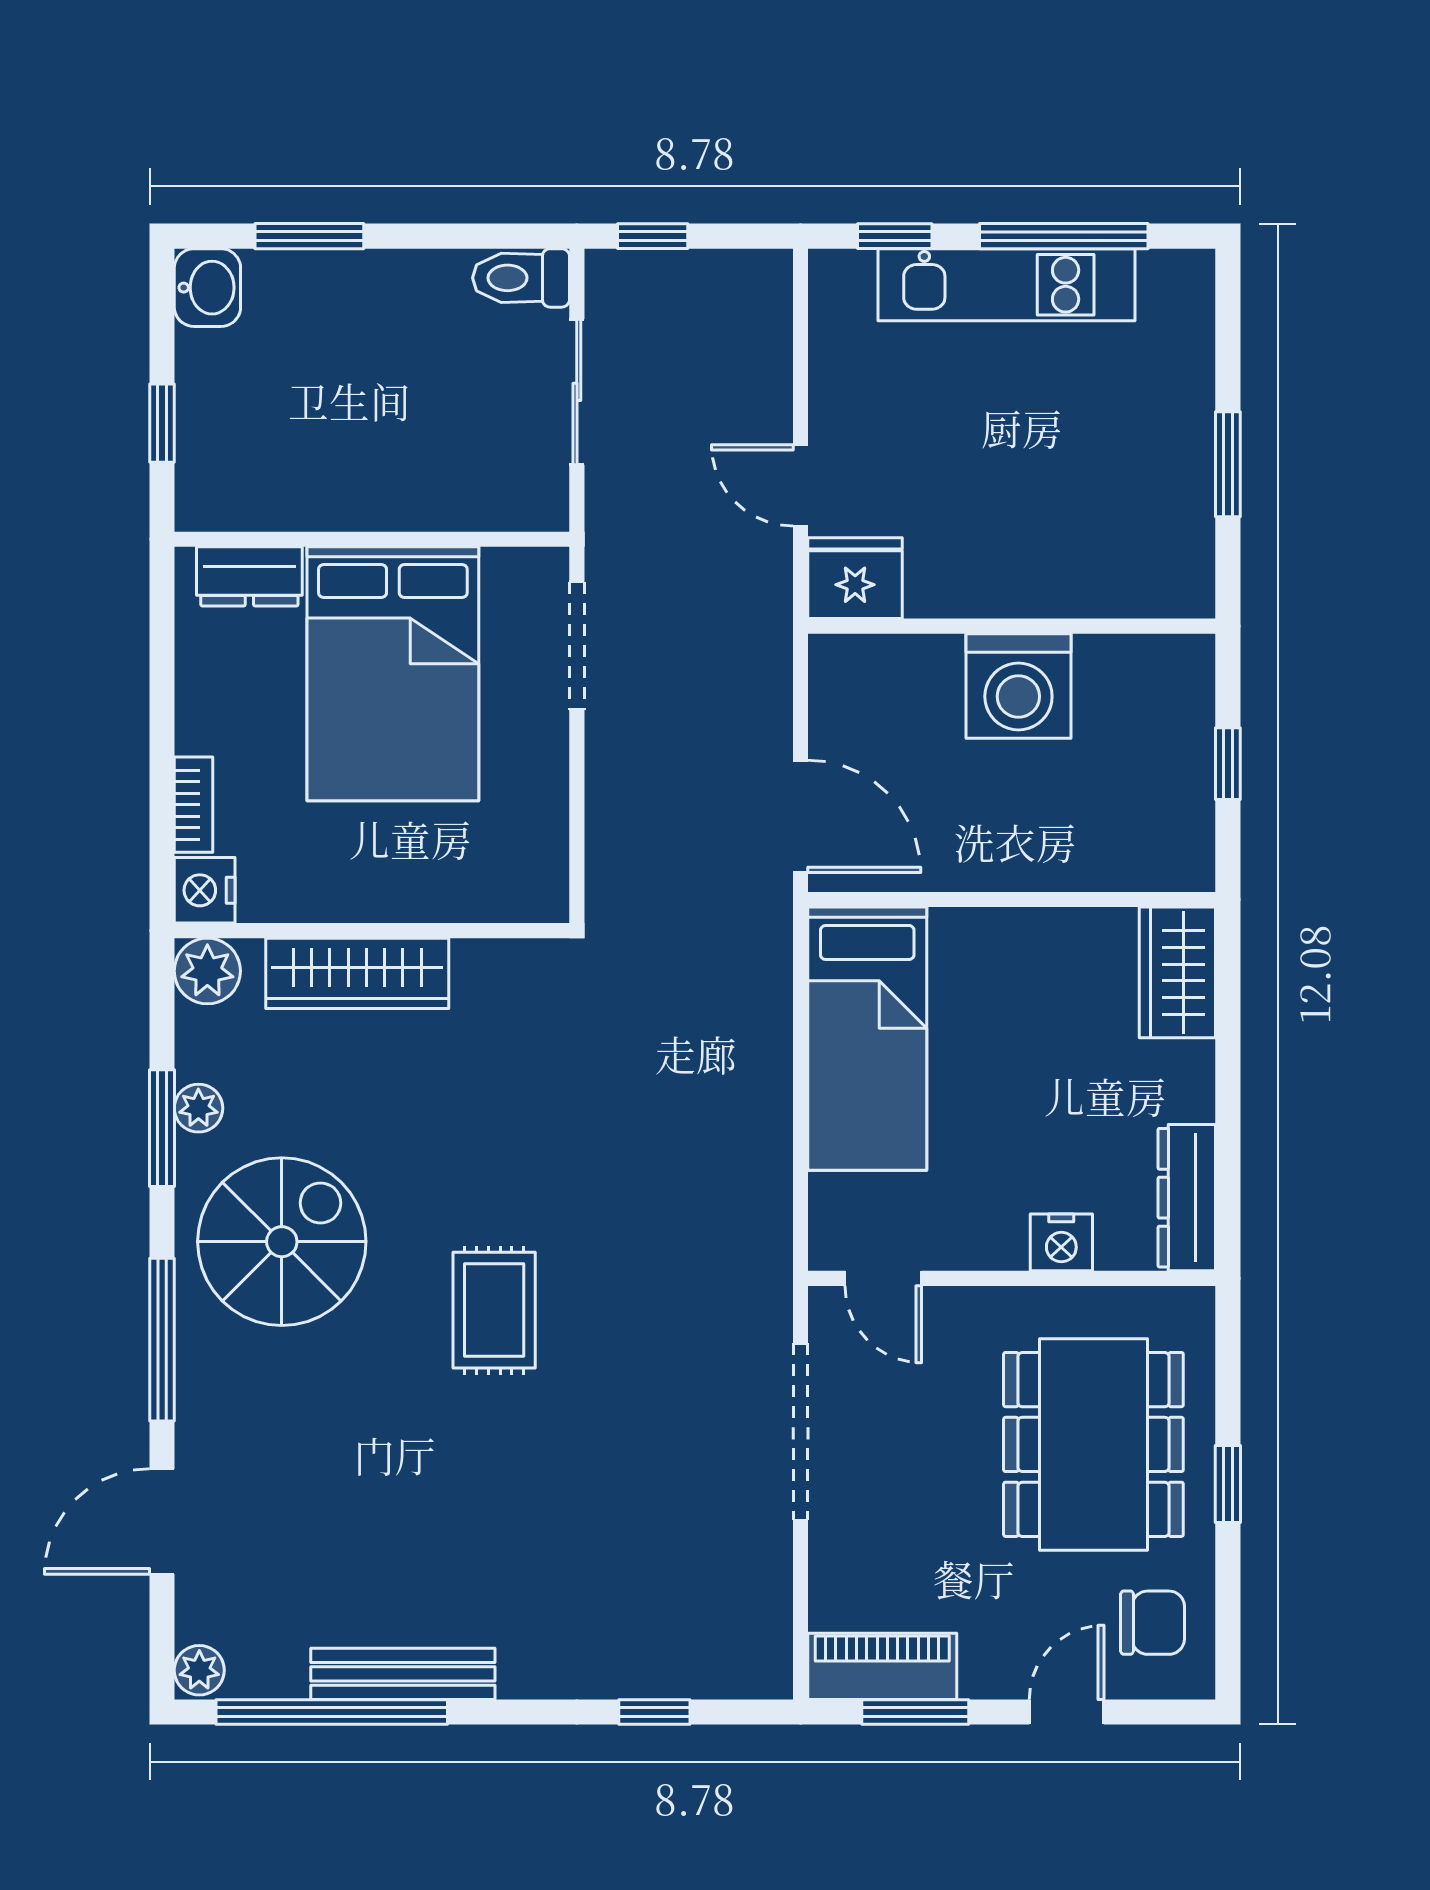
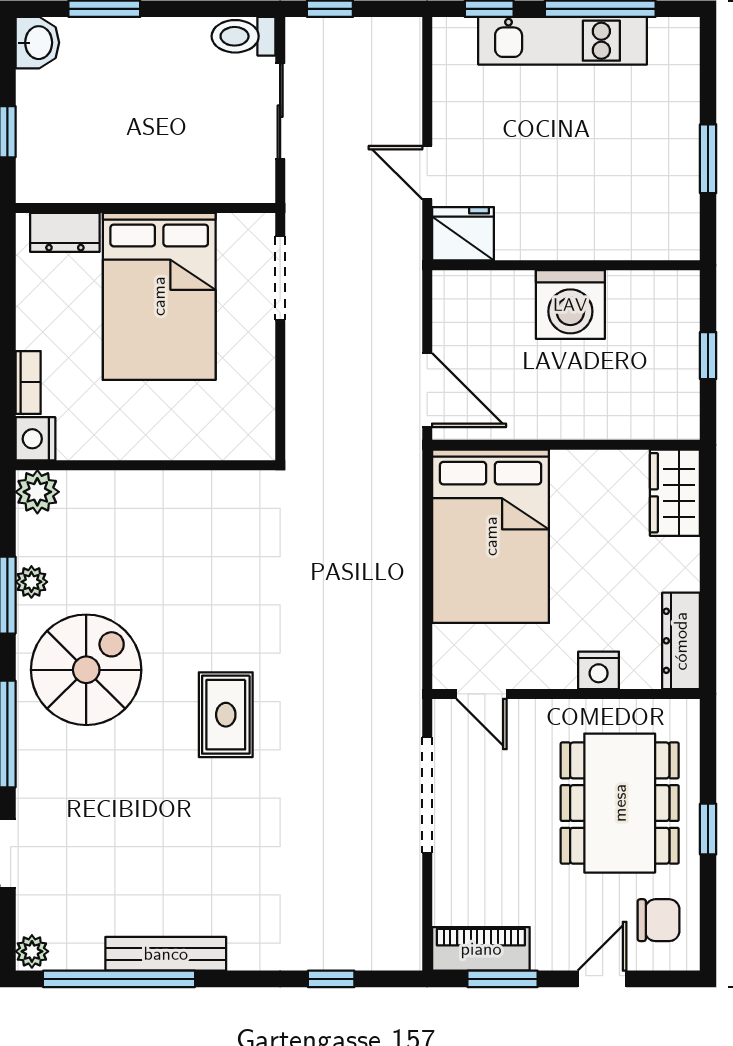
wardrobe: (357, 973) -> (136, 493), removed
bed: (867, 1039) -> (491, 536), width x1.50

